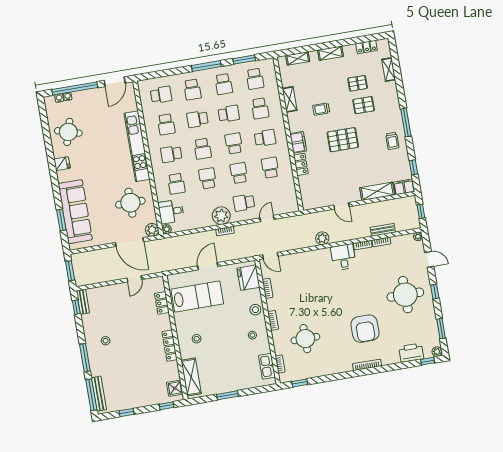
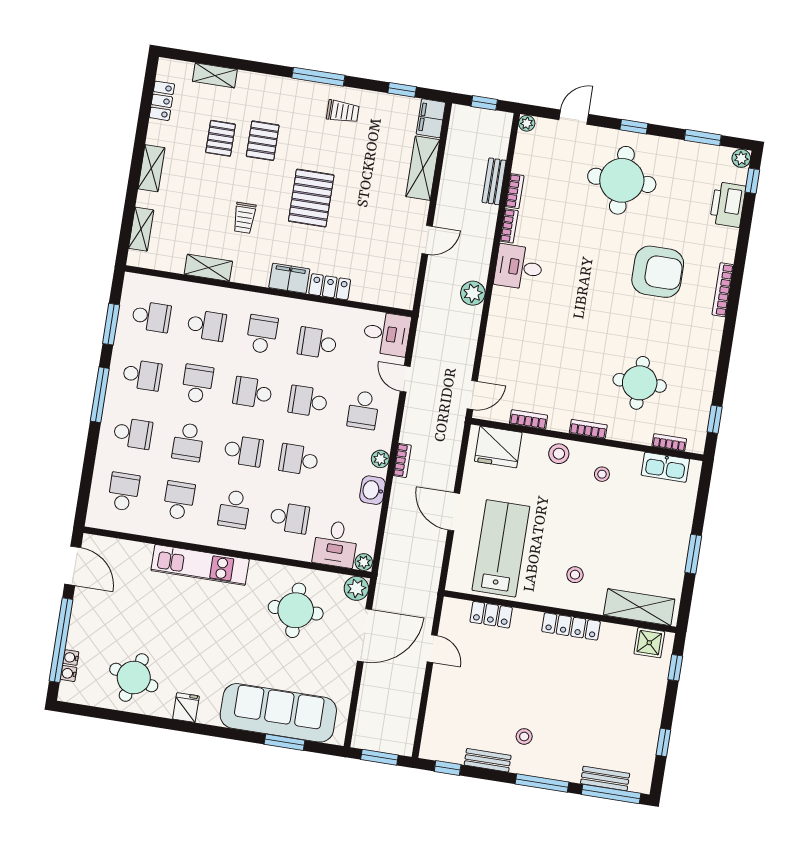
school desk: (166, 124) -> (179, 500), turned -90
kitchen unit: (137, 146) -> (200, 565), width x0.73
desk: (287, 201) -> (387, 334), added
plant: (221, 216) -> (380, 459), width x0.53, depth x0.53
washbasin: (205, 221) -> (372, 490), added
bench: (83, 302) -> (488, 760), moved
bench: (99, 394) -> (605, 778), width x0.73

